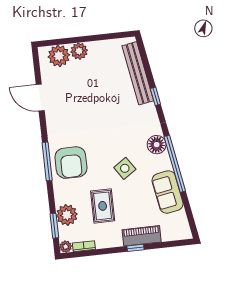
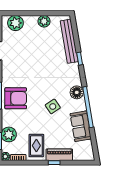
plant: (79, 51) -> (44, 21), moved
armchair: (71, 163) -> (16, 98), turned -90
rug: (103, 206) -> (36, 146), moved

